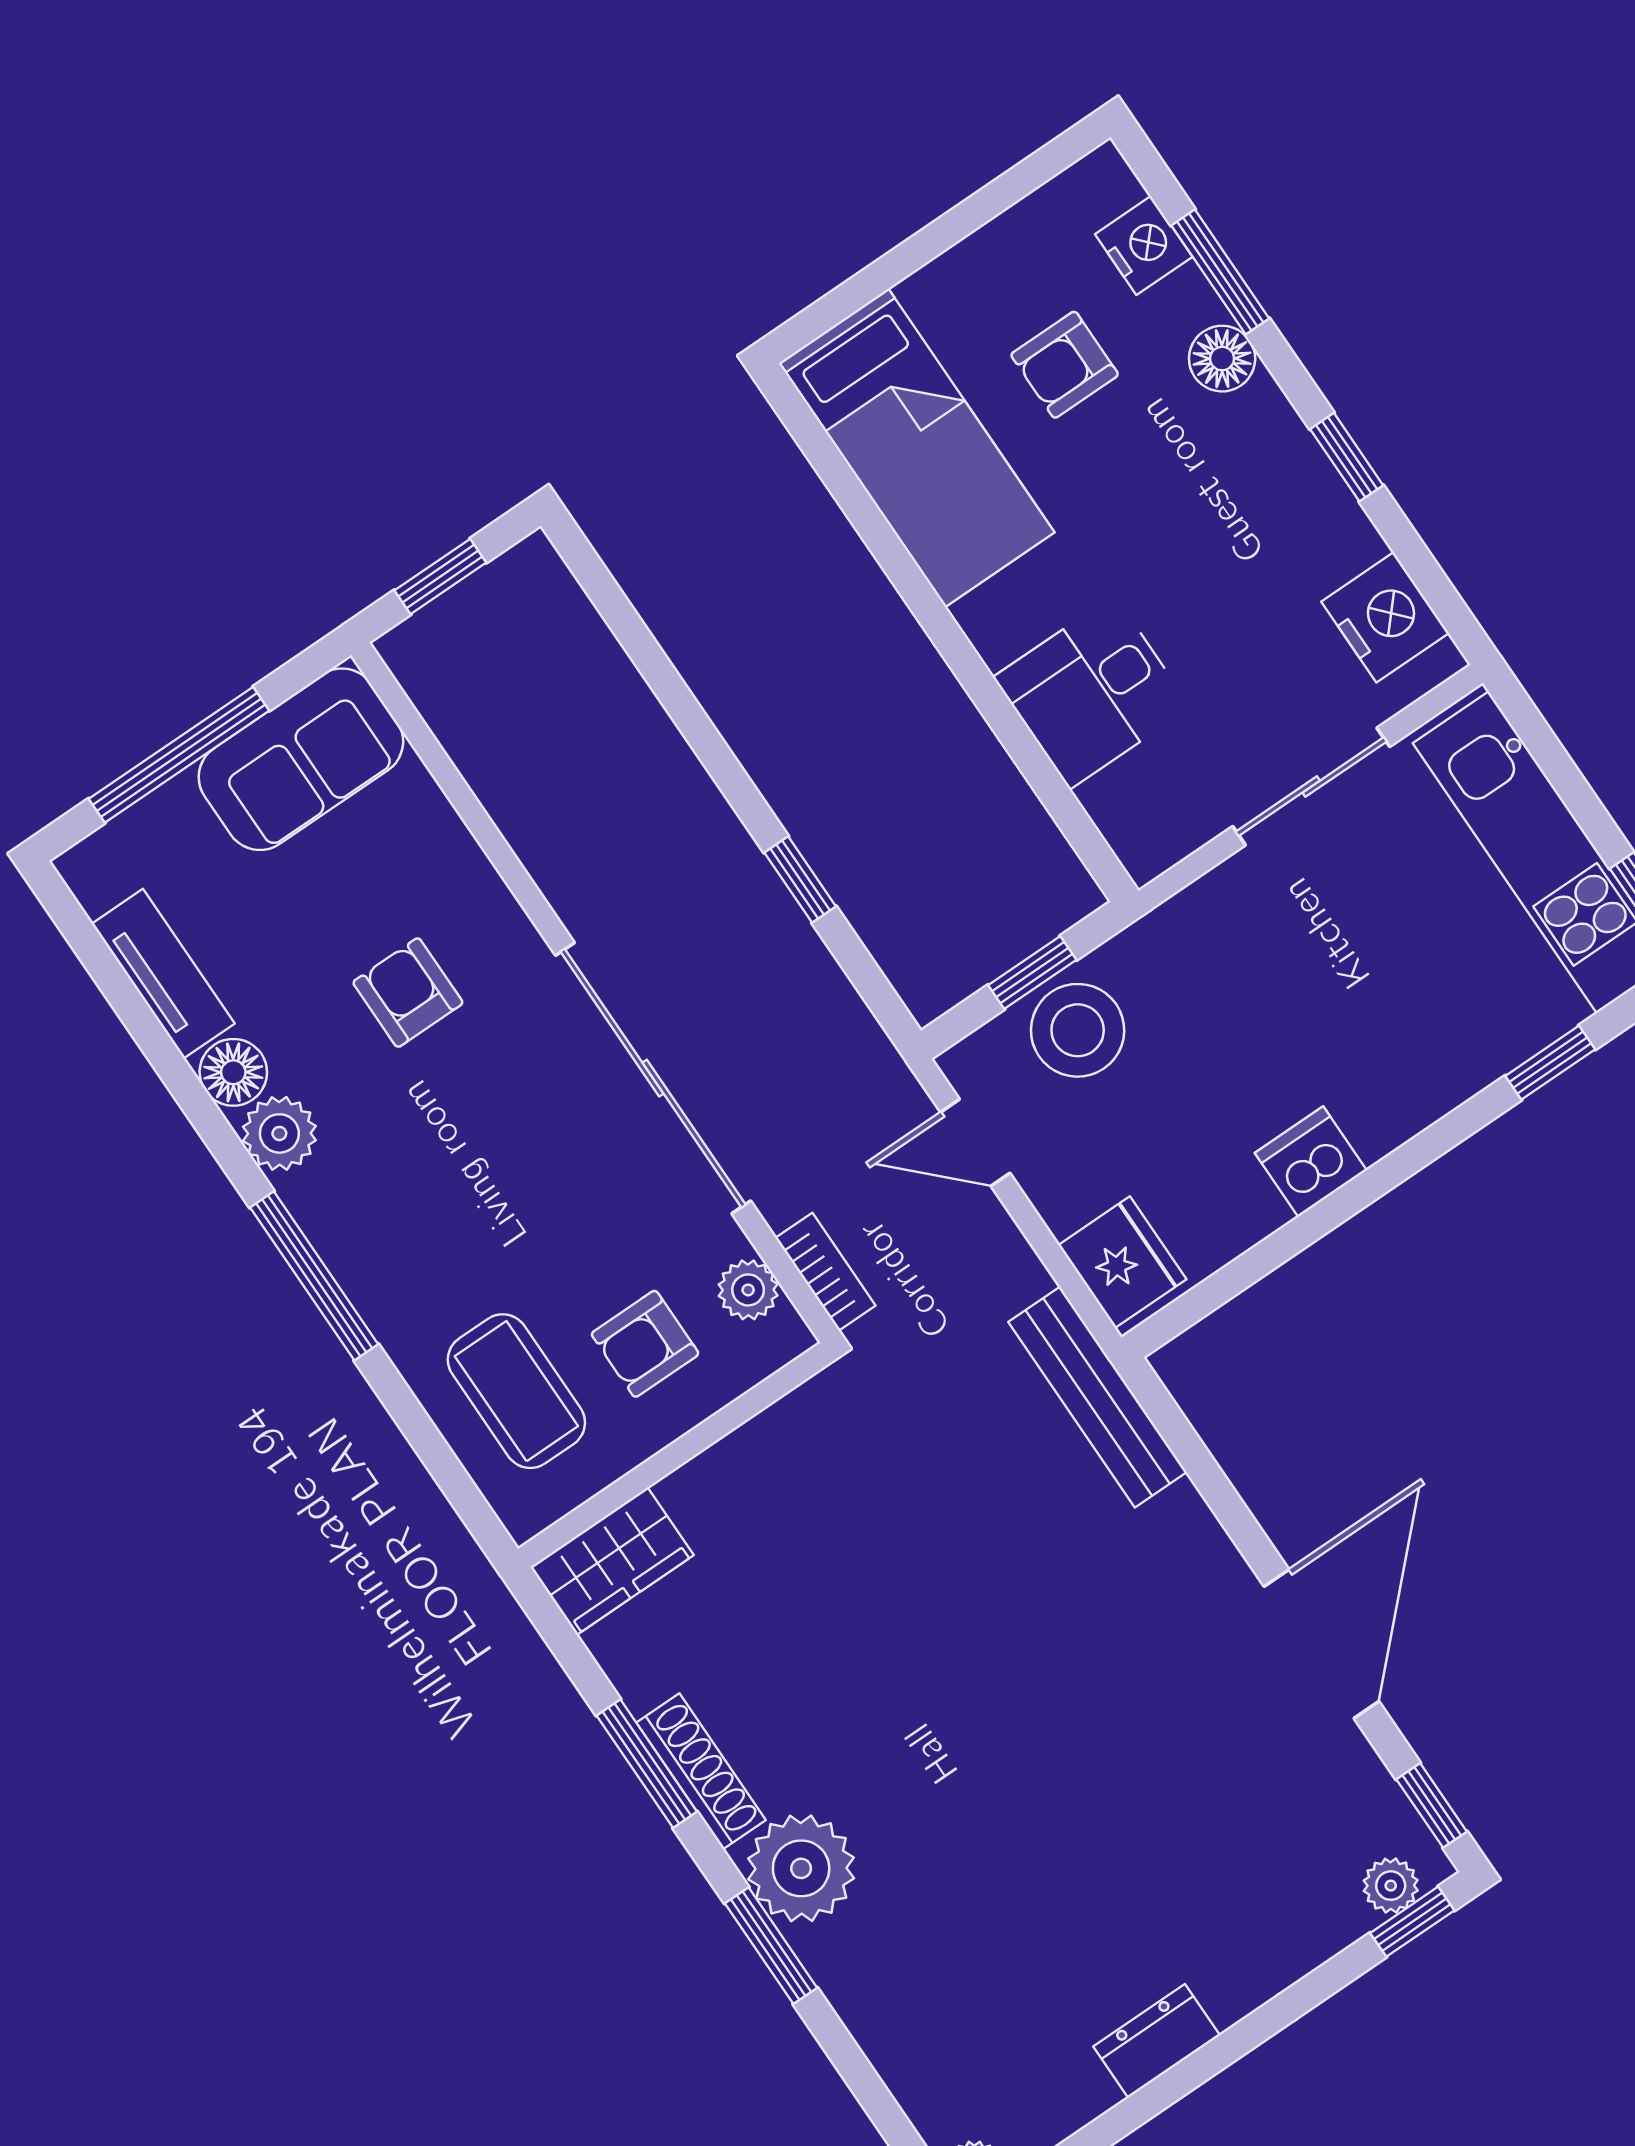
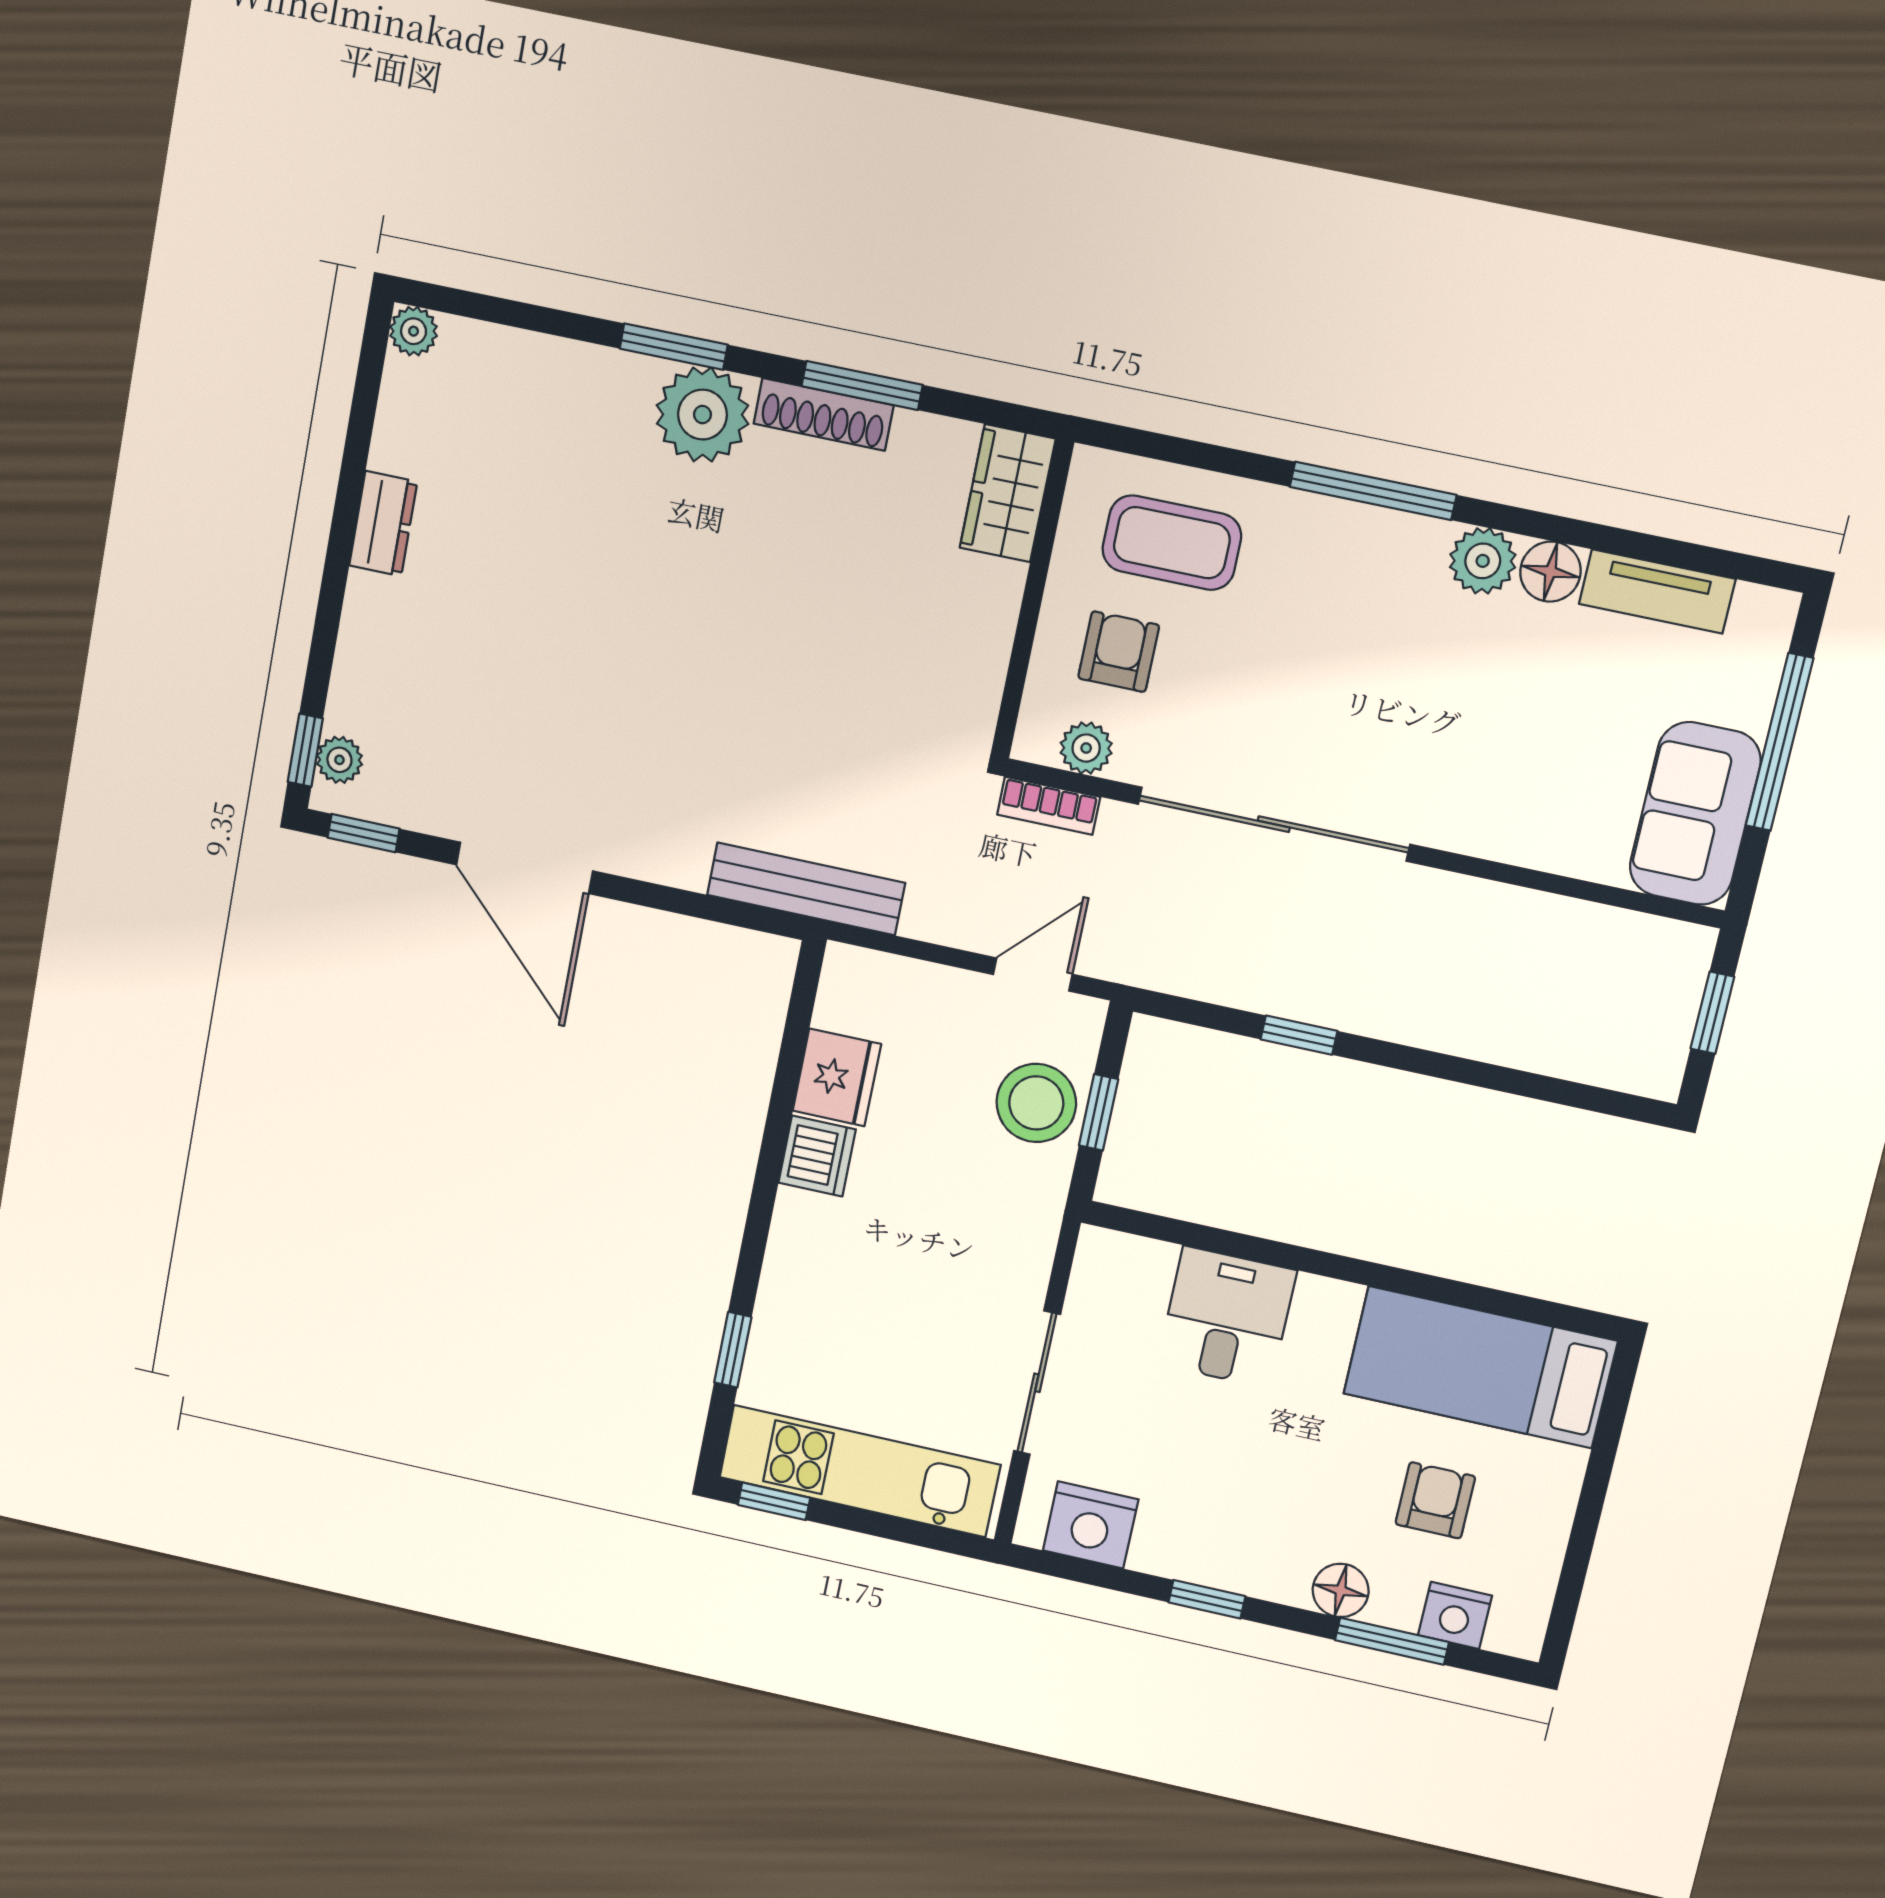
armchair: (408, 993) -> (1484, 730), removed
fridge: (1122, 1262) -> (837, 1077), moved, turned -90

